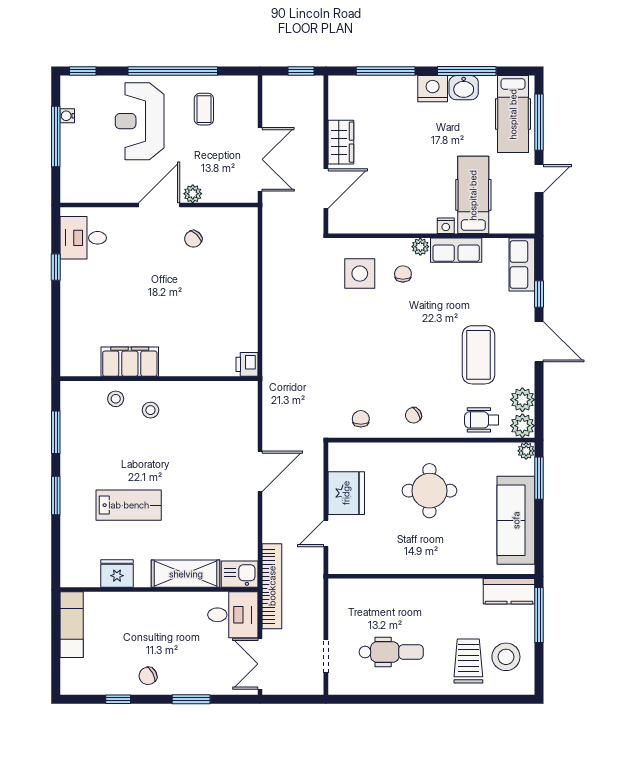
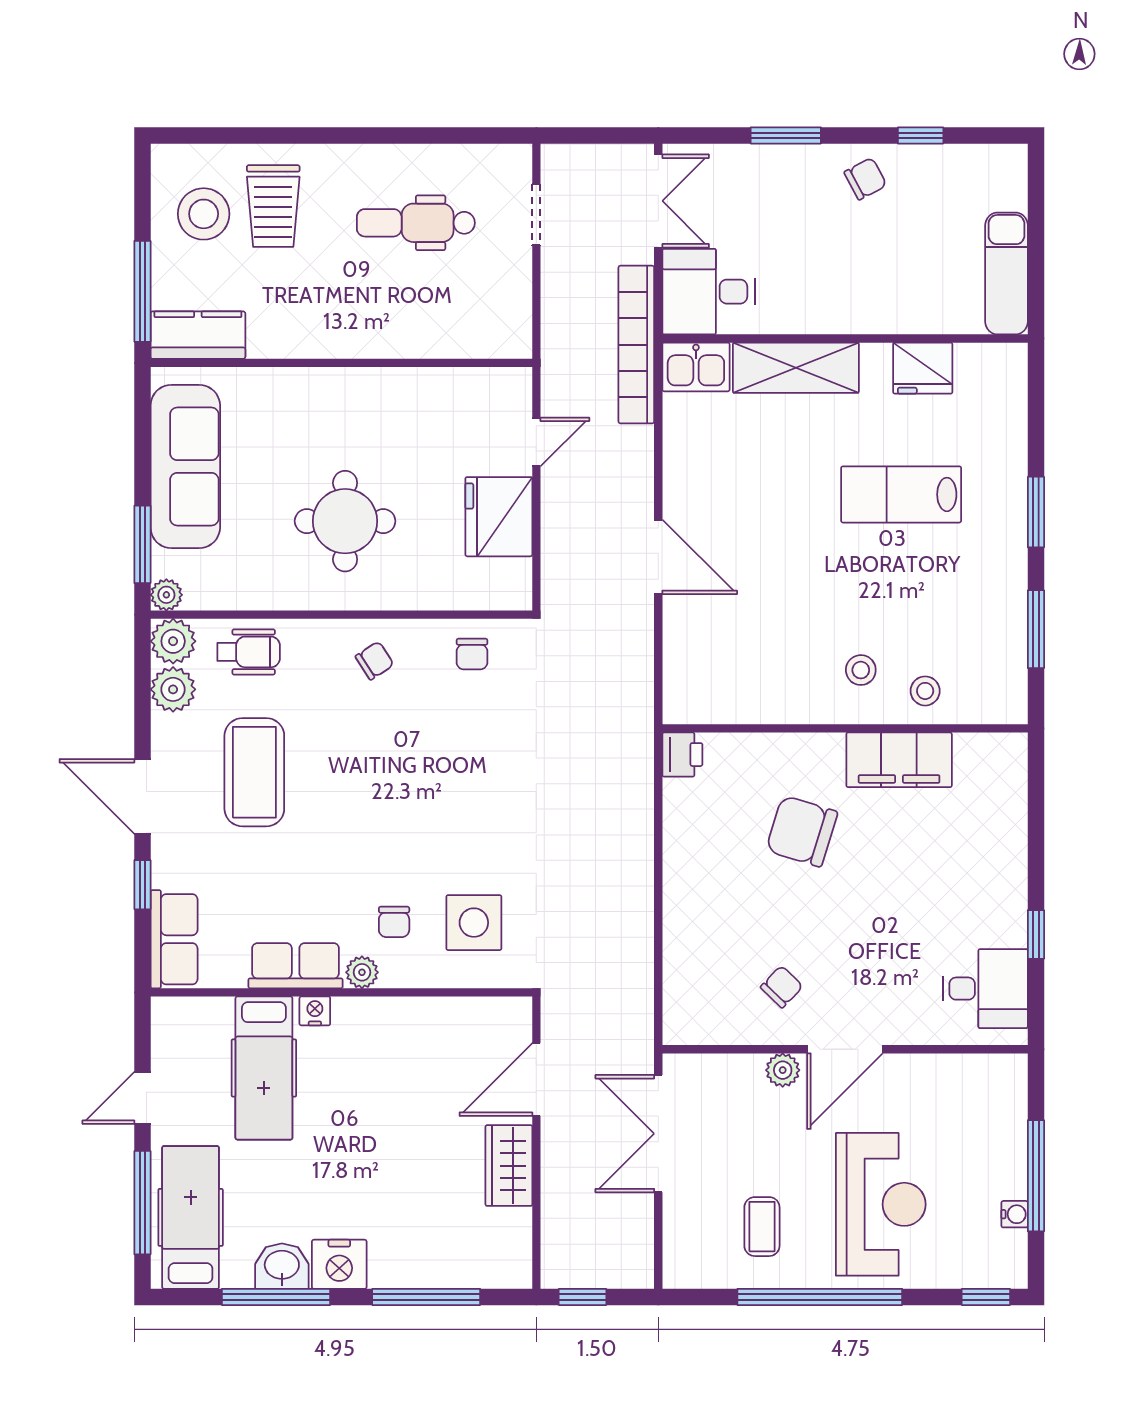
chair: (182, 323) -> (802, 831), added
door: (260, 471) -> (658, 557), swing flipped

